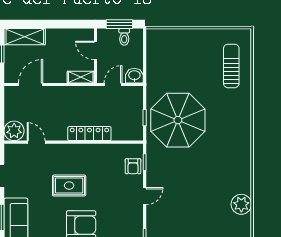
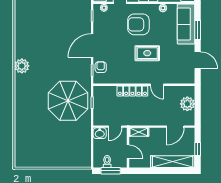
shelving: (25, 37) -> (173, 162), width x1.47
sun lounger: (231, 66) -> (29, 140), removed
plant: (14, 131) -> (187, 104), moved
door: (36, 142) -> (157, 85), moved
door: (145, 196) -> (92, 45), width x1.87
plant: (241, 204) -> (22, 66), moved

